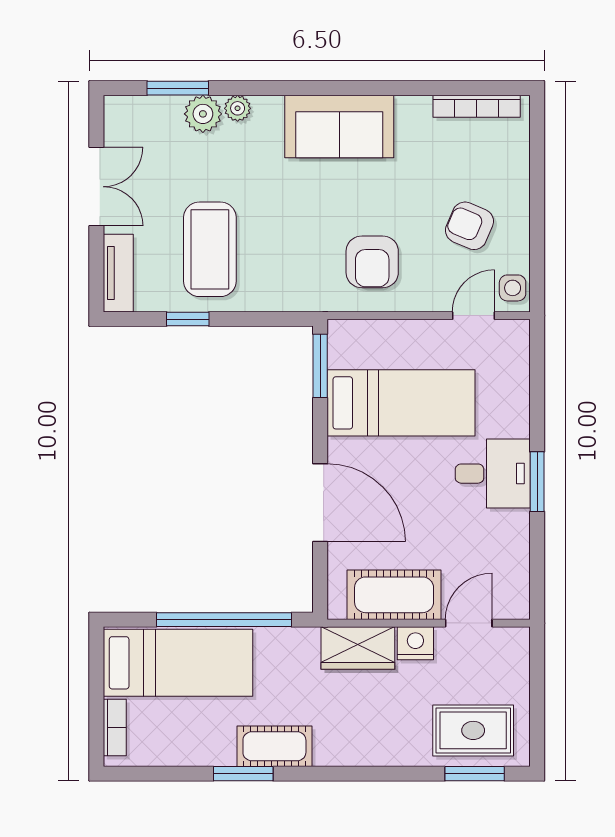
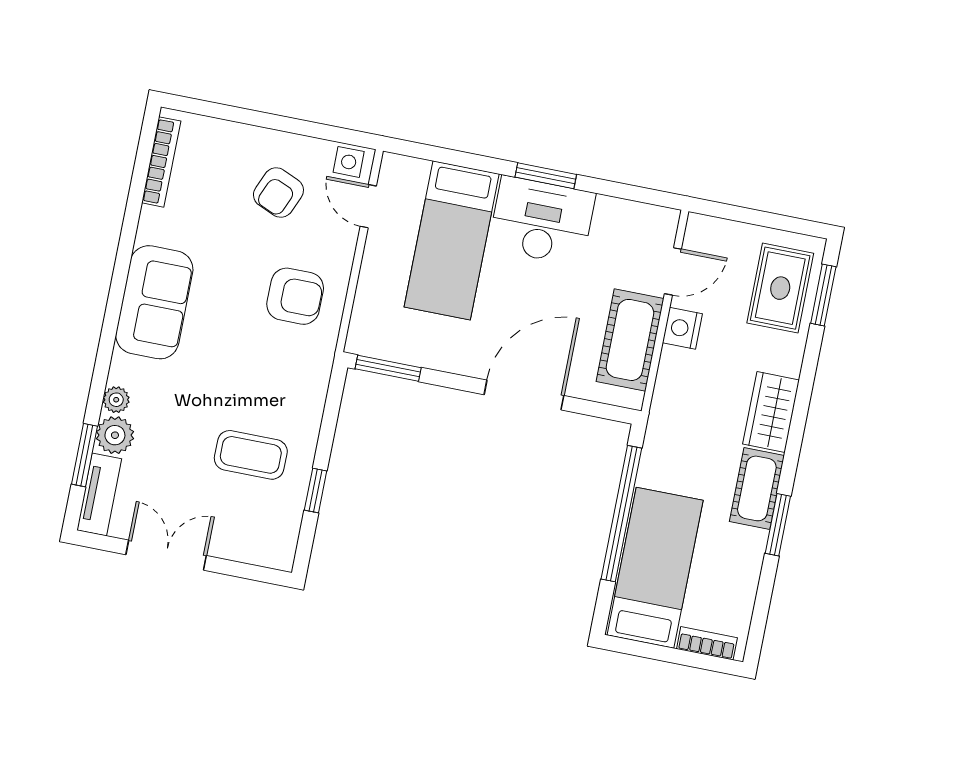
coffee table: (210, 249) -> (251, 455), width x0.73, depth x0.76
tv unit: (118, 273) -> (99, 494), moved, turned 90
bed: (401, 403) -> (452, 240), moved, turned 180
desk: (493, 474) -> (542, 221), width x1.37
door: (469, 623) -> (673, 271), swing flipped
wardrobe: (358, 648) -> (771, 412), moved, turned 180

